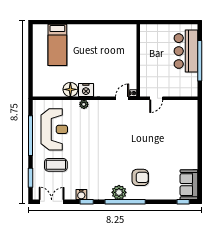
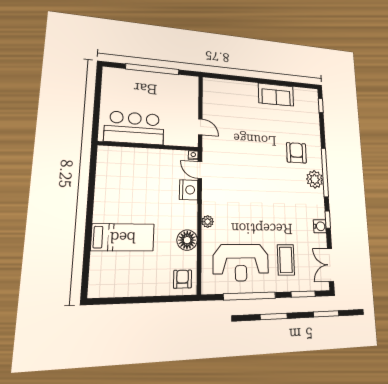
bed: (57, 45) -> (123, 237), moved
bar counter: (186, 51) -> (134, 128), moved, turned 180
armchair: (44, 87) -> (183, 279), added
nightstand: (86, 90) -> (189, 190), moved
reception desk: (54, 129) -> (241, 263), turned 180
sofa: (189, 185) -> (276, 95), moved

